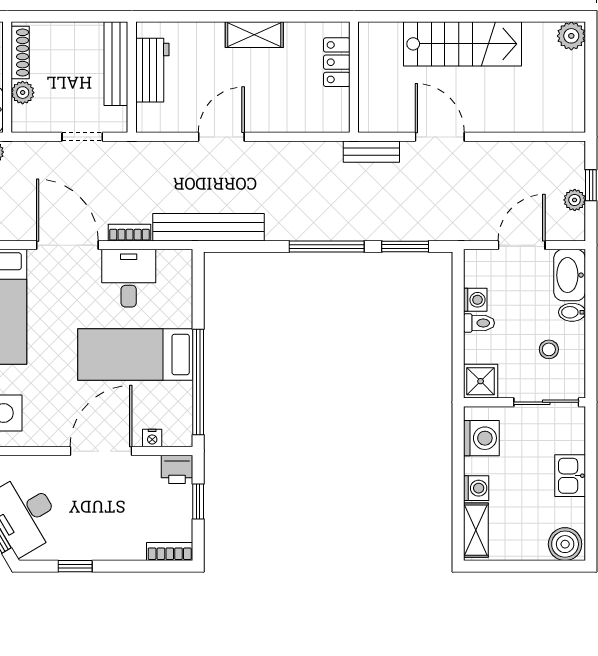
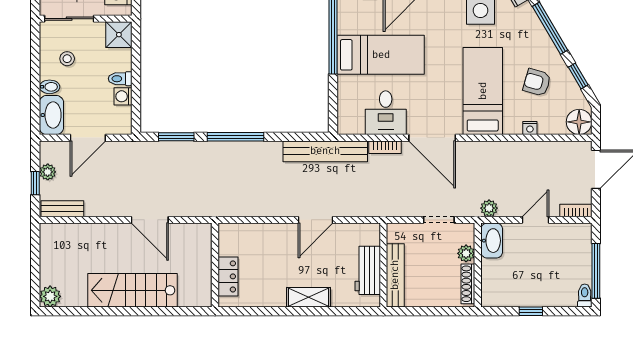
shelving: (254, 35) -> (308, 297), moved
doorway: (82, 137) -> (439, 220), moved
bench: (371, 152) -> (62, 209), moved

